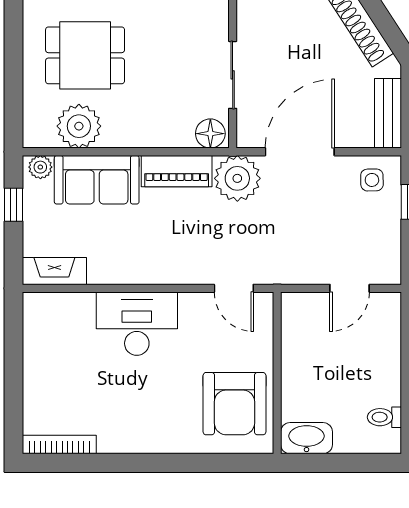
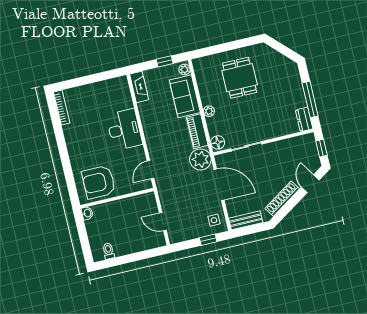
plant: (79, 126) -> (209, 111), moved, width x0.53, depth x0.53
washbasin: (307, 438) -> (87, 213), width x0.52, depth x0.69

